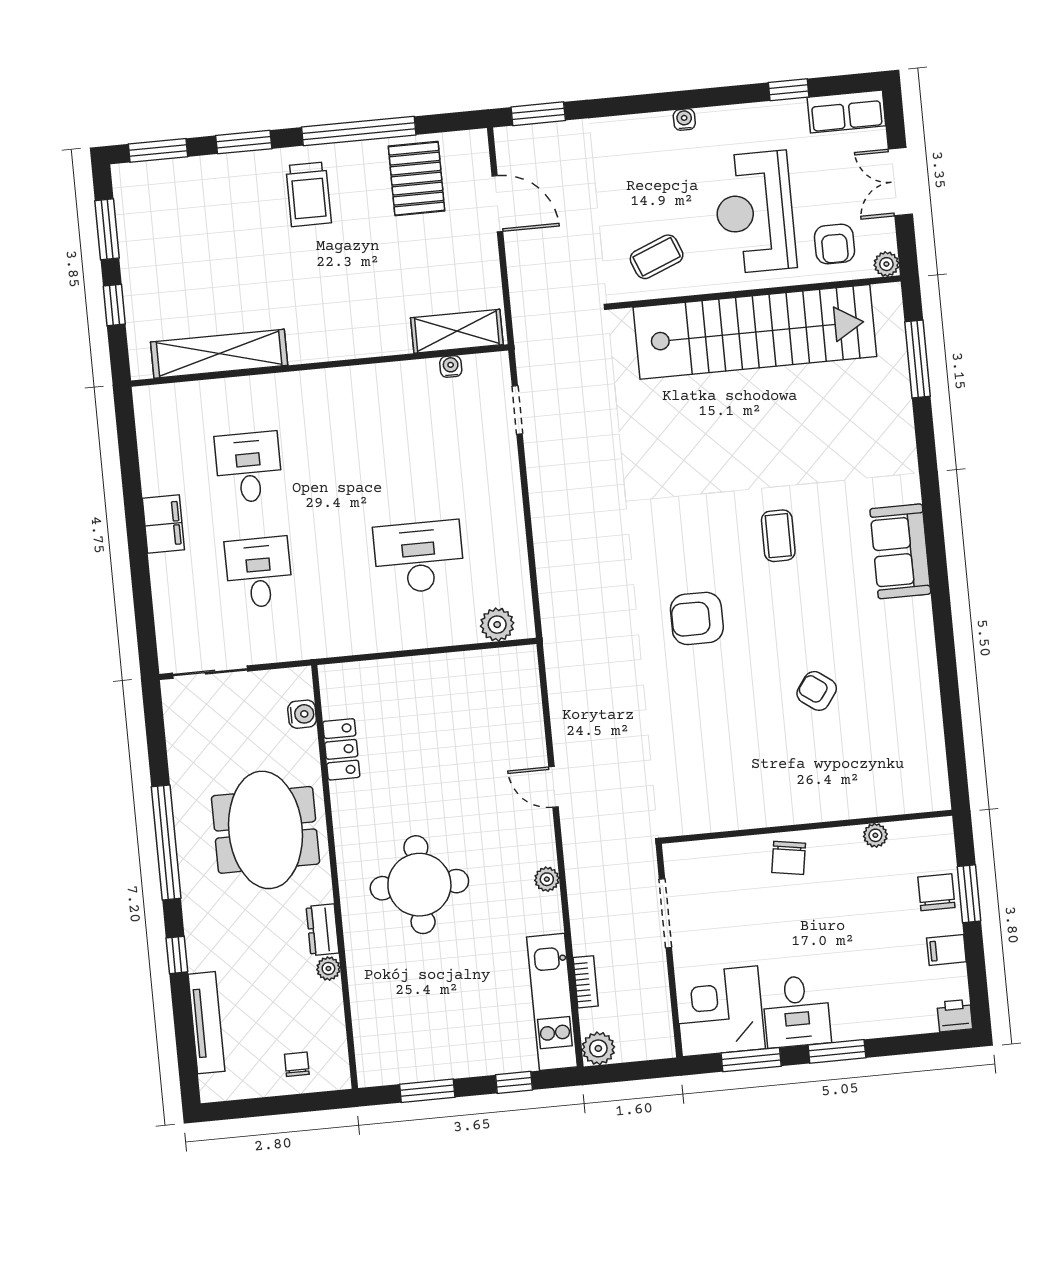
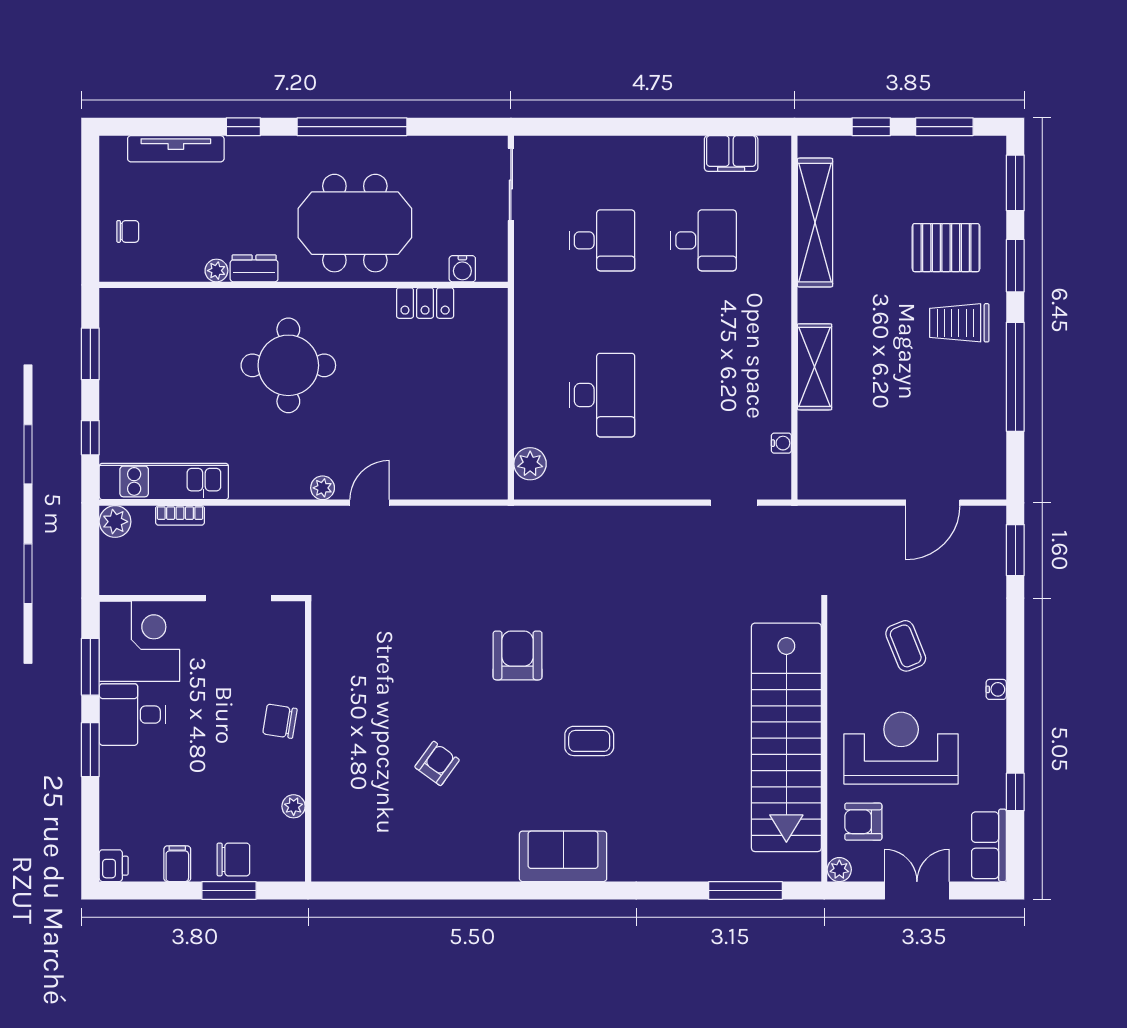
pallet: (416, 179) -> (946, 248), moved
coffee table: (657, 257) -> (906, 646), moved
shelving: (457, 331) -> (815, 367), moved
filing cabinet: (163, 524) -> (731, 153), moved
plant: (547, 879) -> (323, 488), moved

